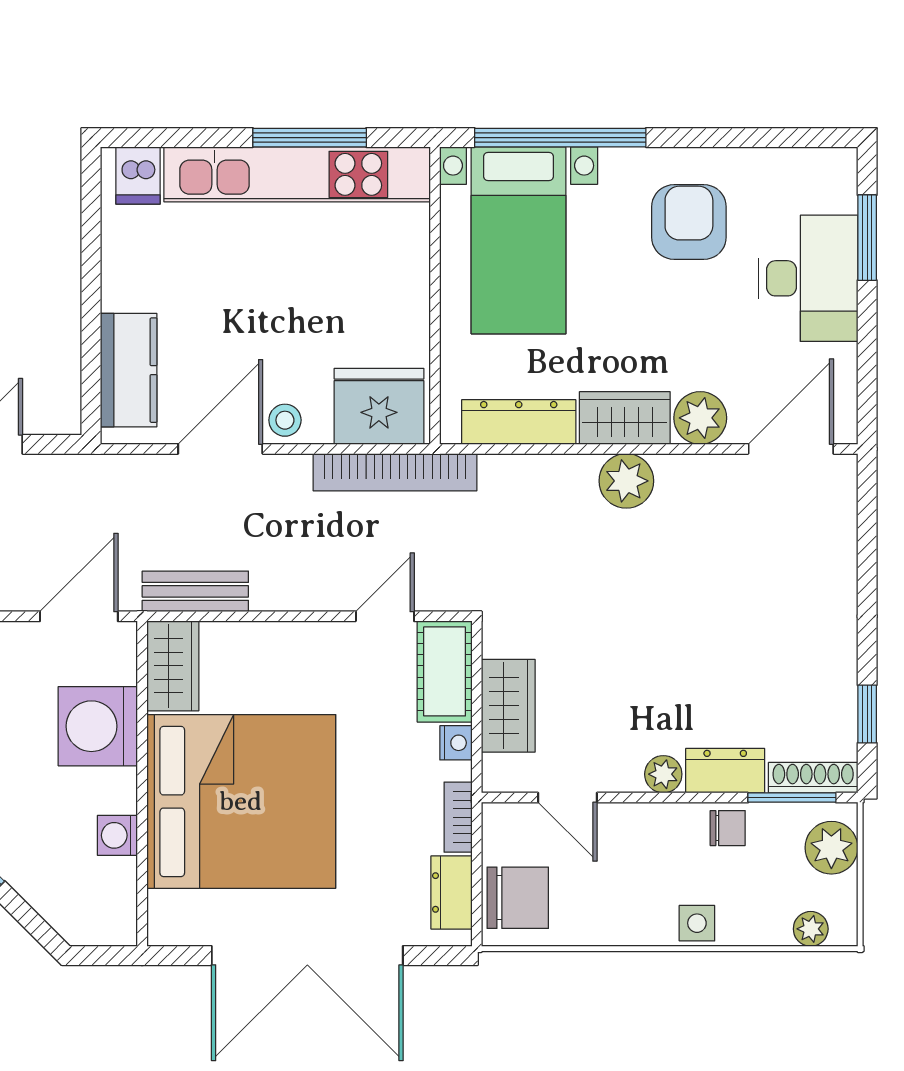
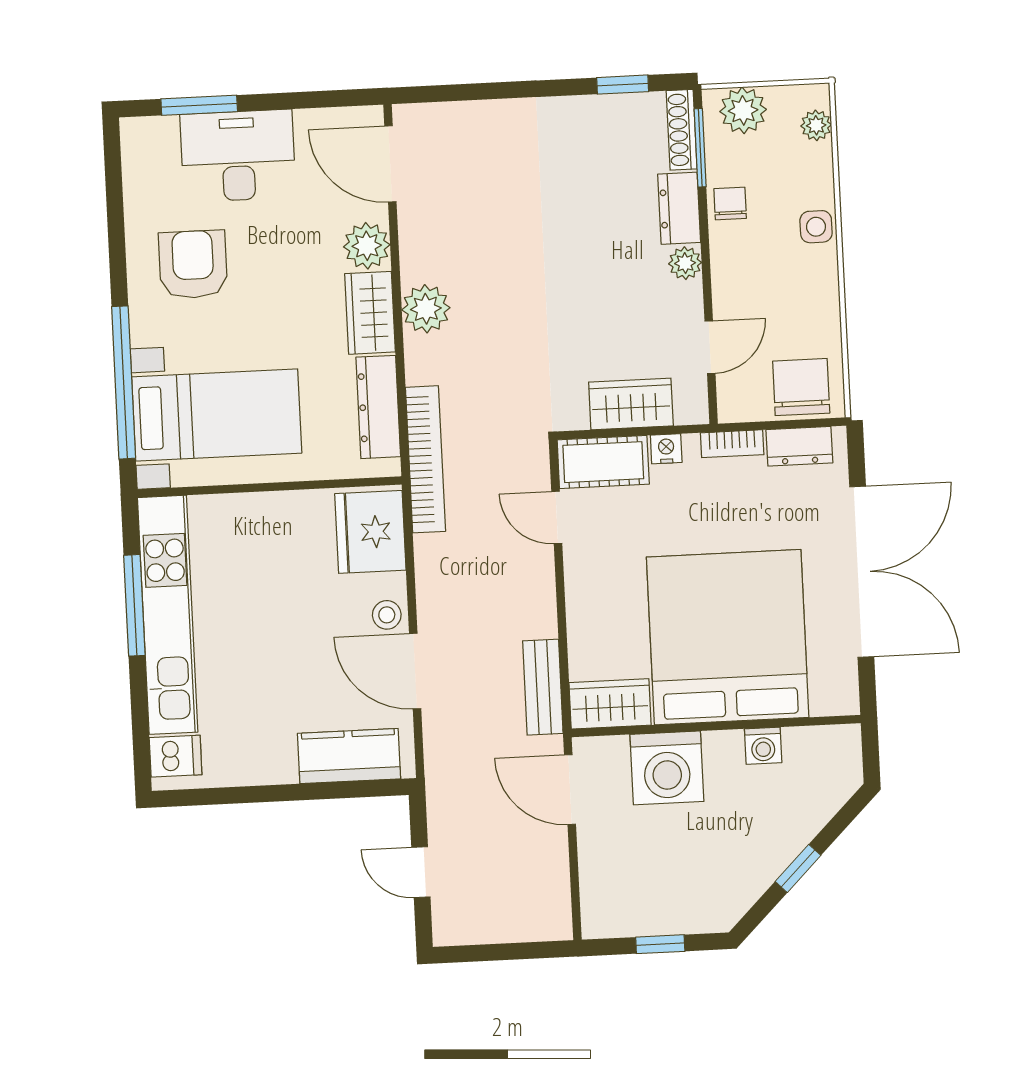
armchair: (689, 222) -> (193, 264), turned 90
bookcase: (395, 472) -> (426, 459), moved

